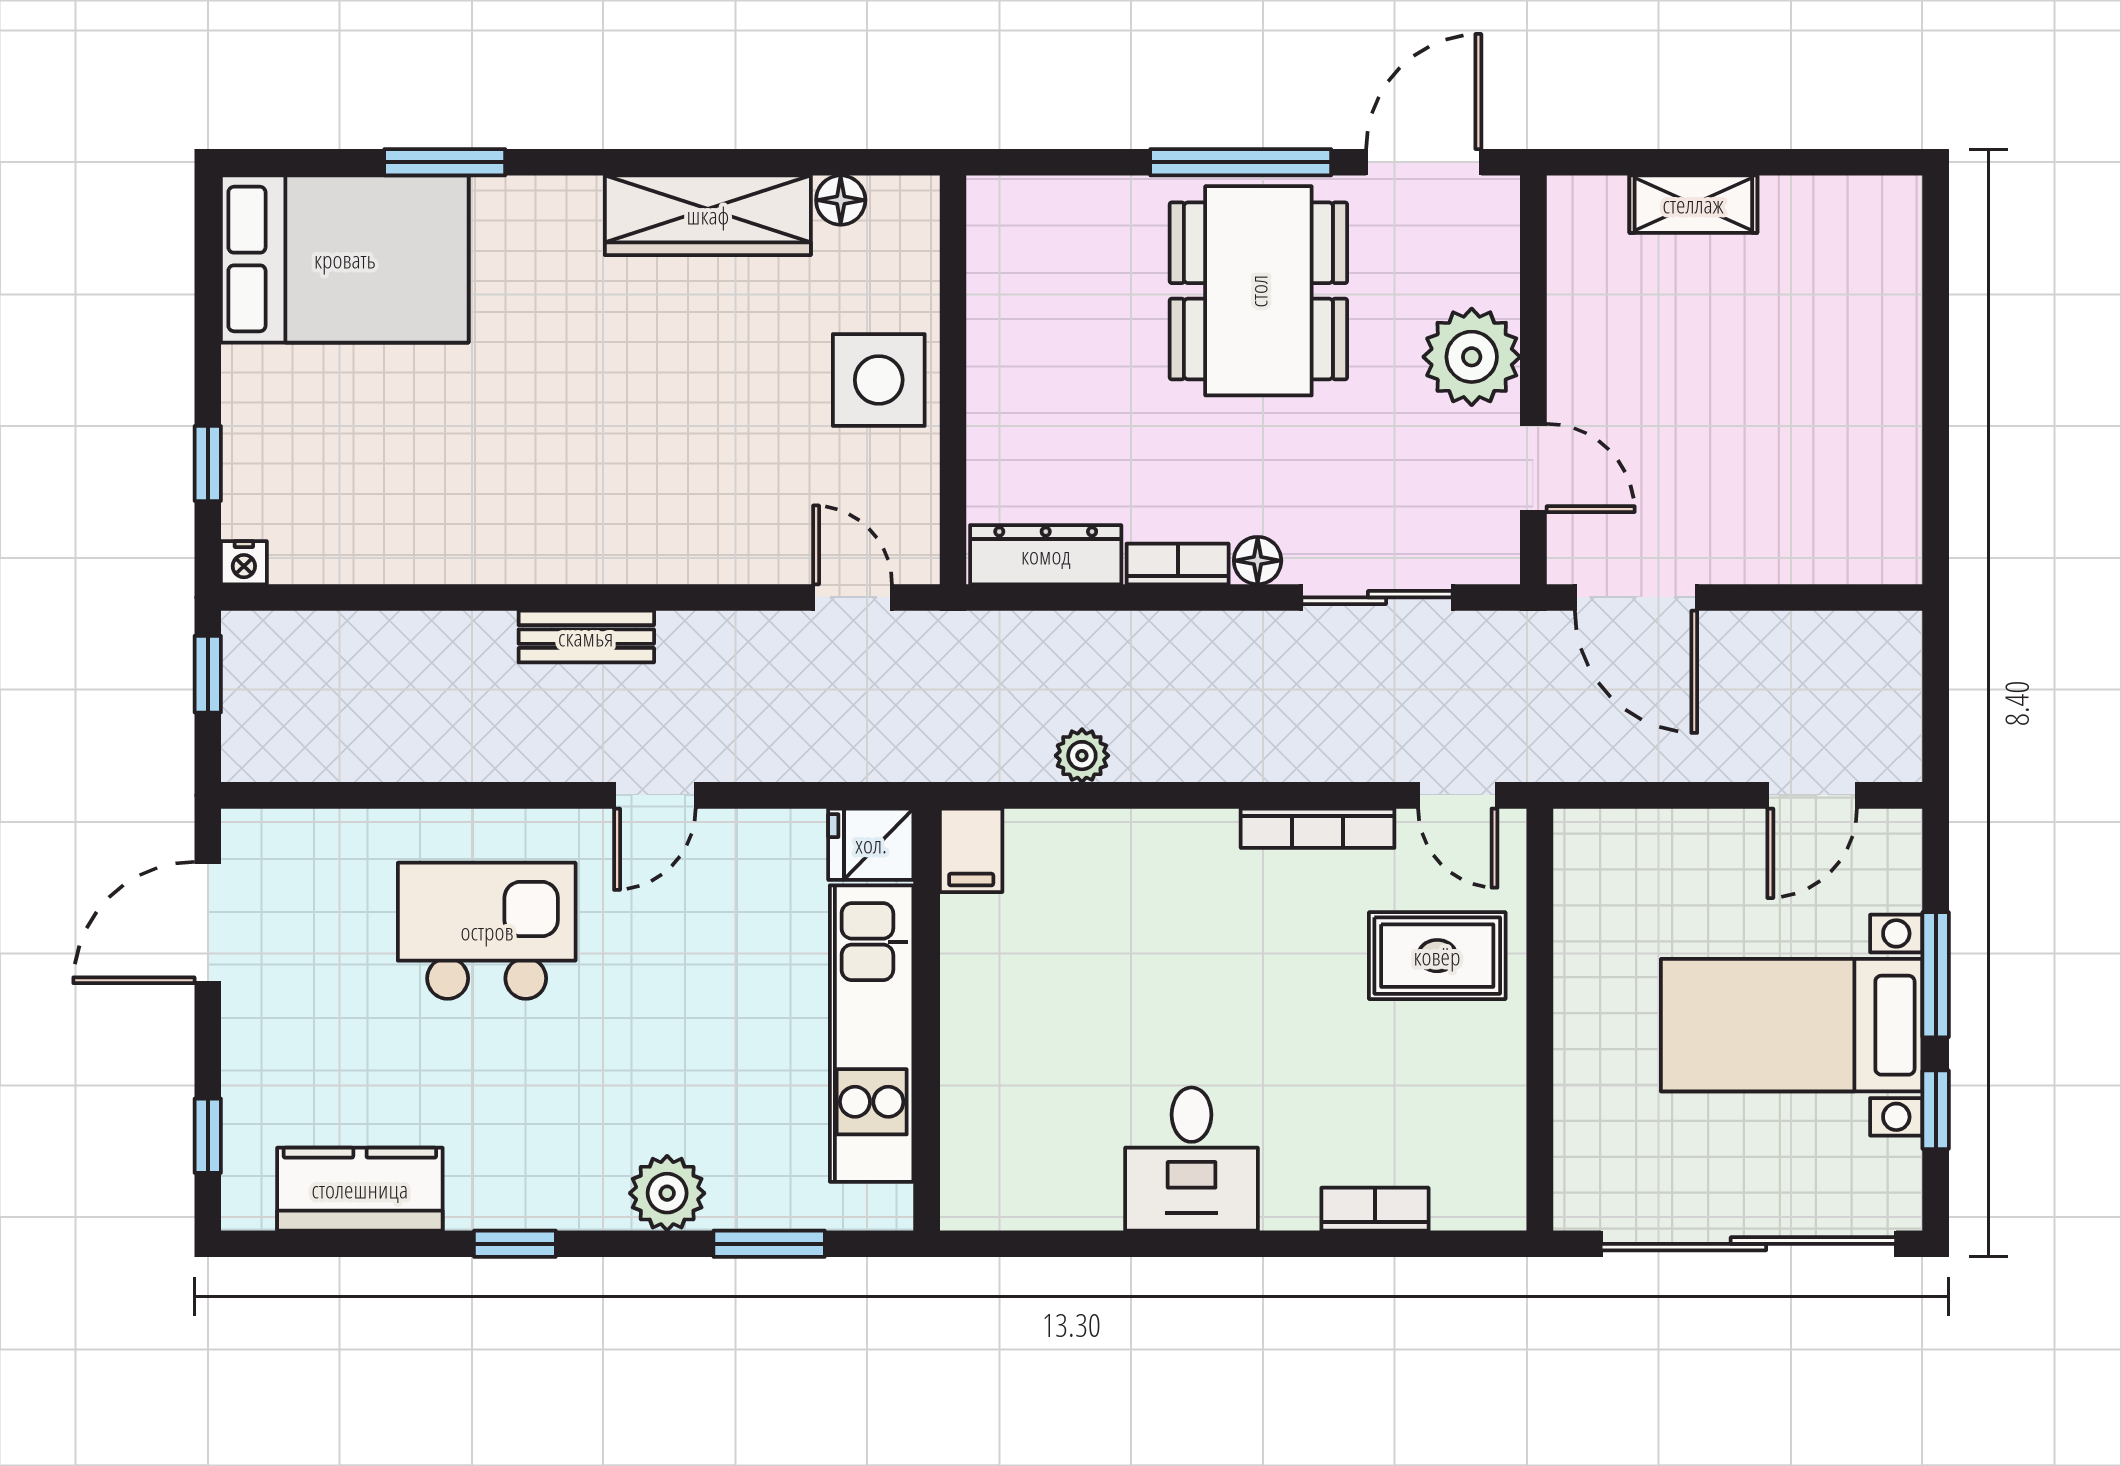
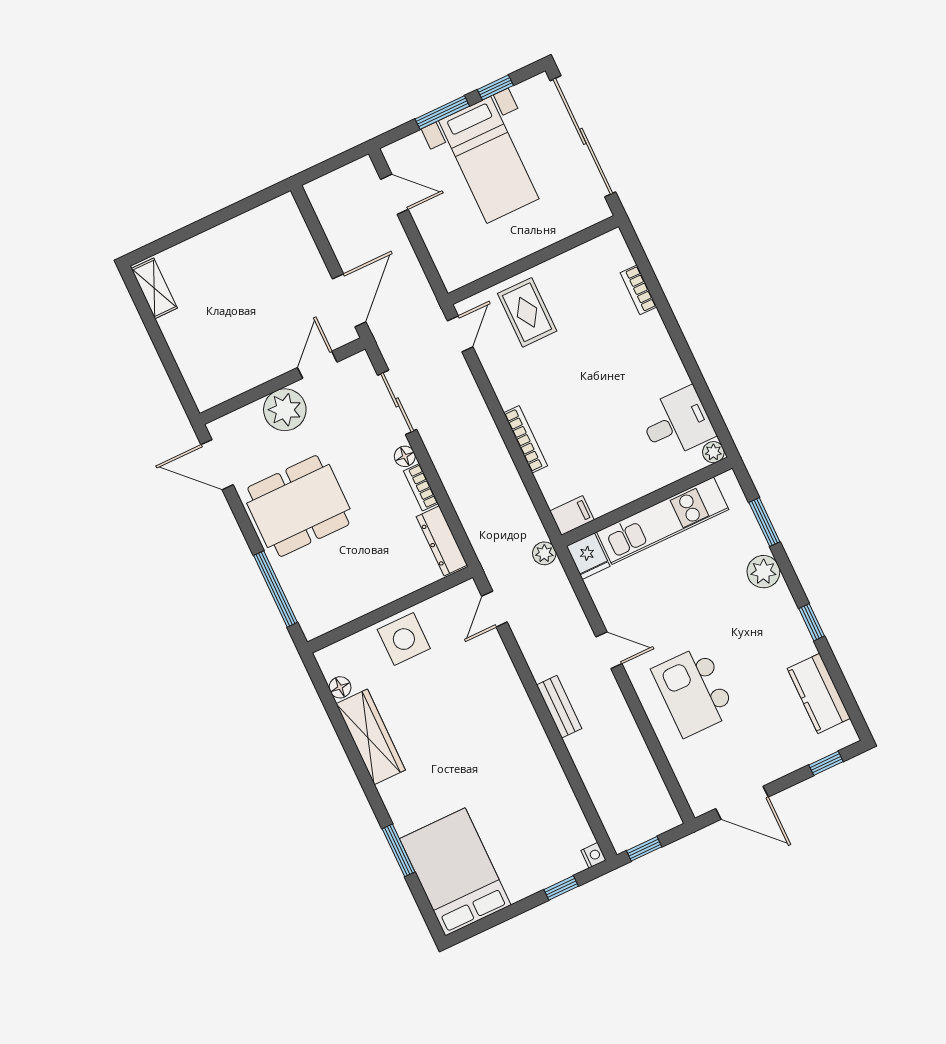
window: (1241, 162) -> (275, 589), moved
shelving: (1693, 204) -> (154, 288), moved
plant: (1082, 756) -> (544, 553), moved
bookcase: (1318, 828) -> (526, 439), moved
desk: (1192, 1159) -> (677, 423), moved
plant: (964, 1206) -> (713, 452), added

